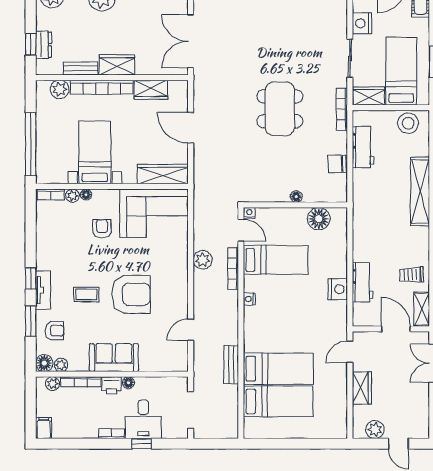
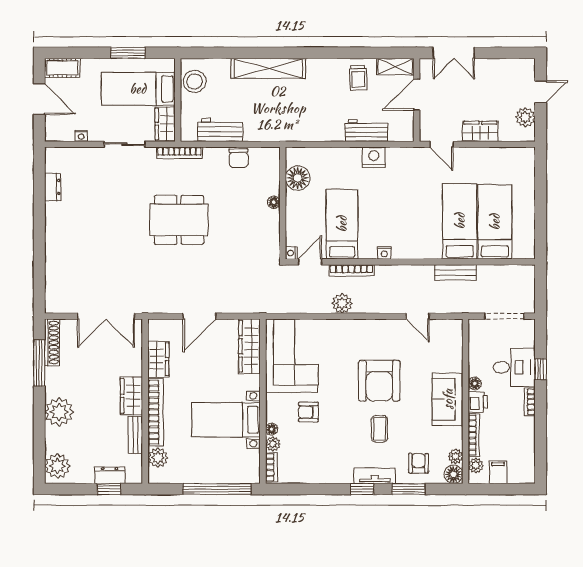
nightstand: (362, 23) -> (81, 136), width x0.53, depth x0.56
armchair: (131, 294) -> (379, 381), turned 180
filing cabinet: (44, 428) -> (498, 472), moved, turned 90

